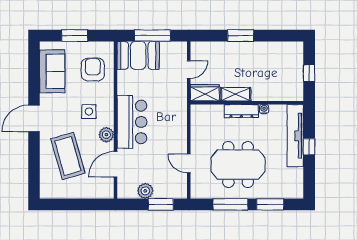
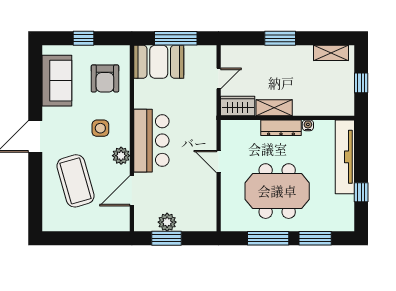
window: (75, 36) -> (83, 38), width x0.67
shelving: (284, 48) -> (331, 53), added
armchair: (93, 70) -> (105, 78), turned 180
window: (309, 147) -> (361, 192), moved
door: (189, 163) -> (219, 162), moved
window: (161, 204) -> (166, 238), moved

